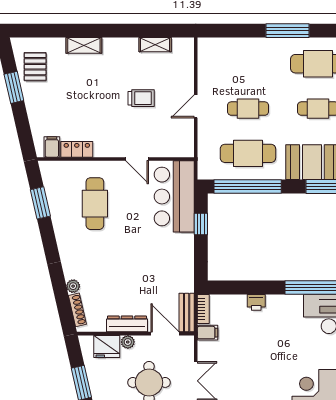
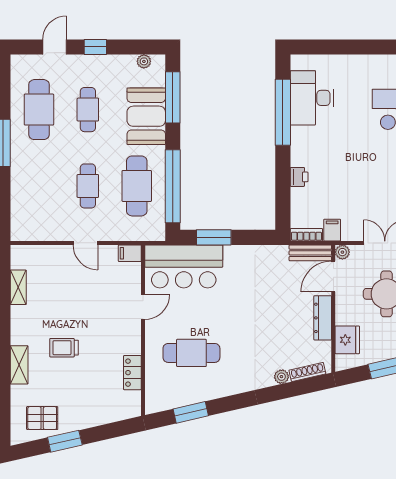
trolley: (141, 98) -> (64, 348), moved, turned -90
filing cabinet: (52, 147) -> (130, 253), moved
window: (201, 224) -> (214, 237), width x1.50
plant: (128, 342) -> (342, 252), moved

